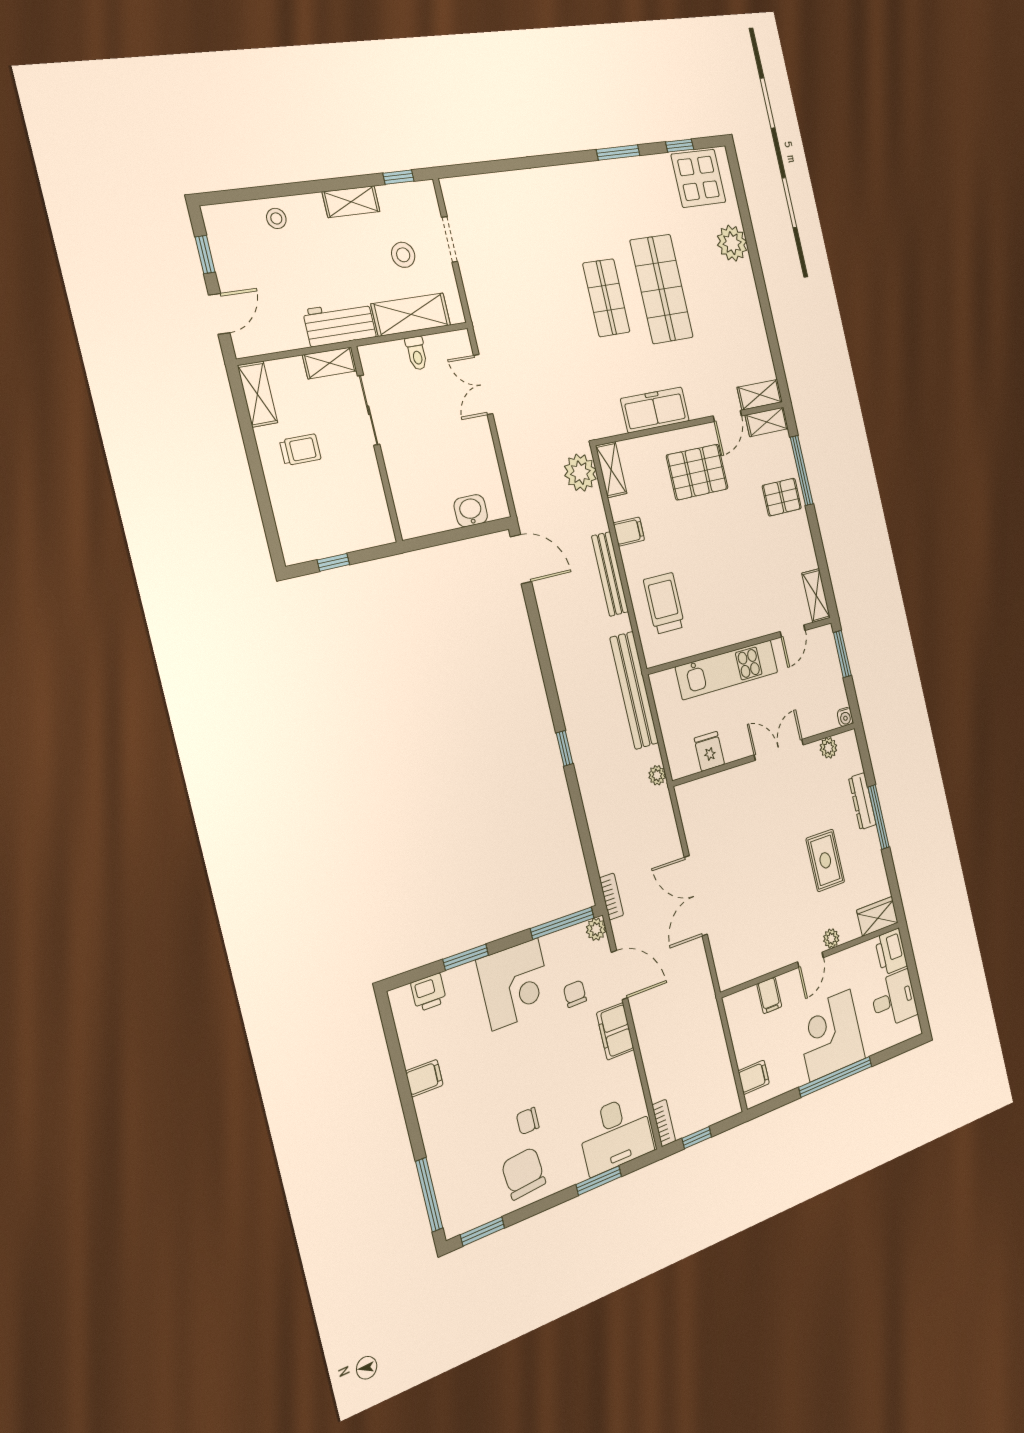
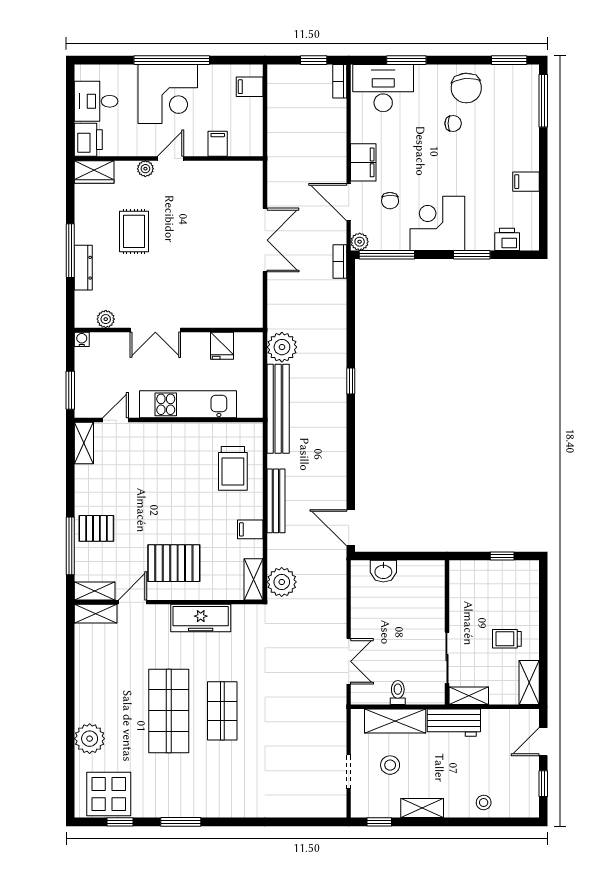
plant: (657, 775) -> (282, 347), width x1.88, depth x1.88

